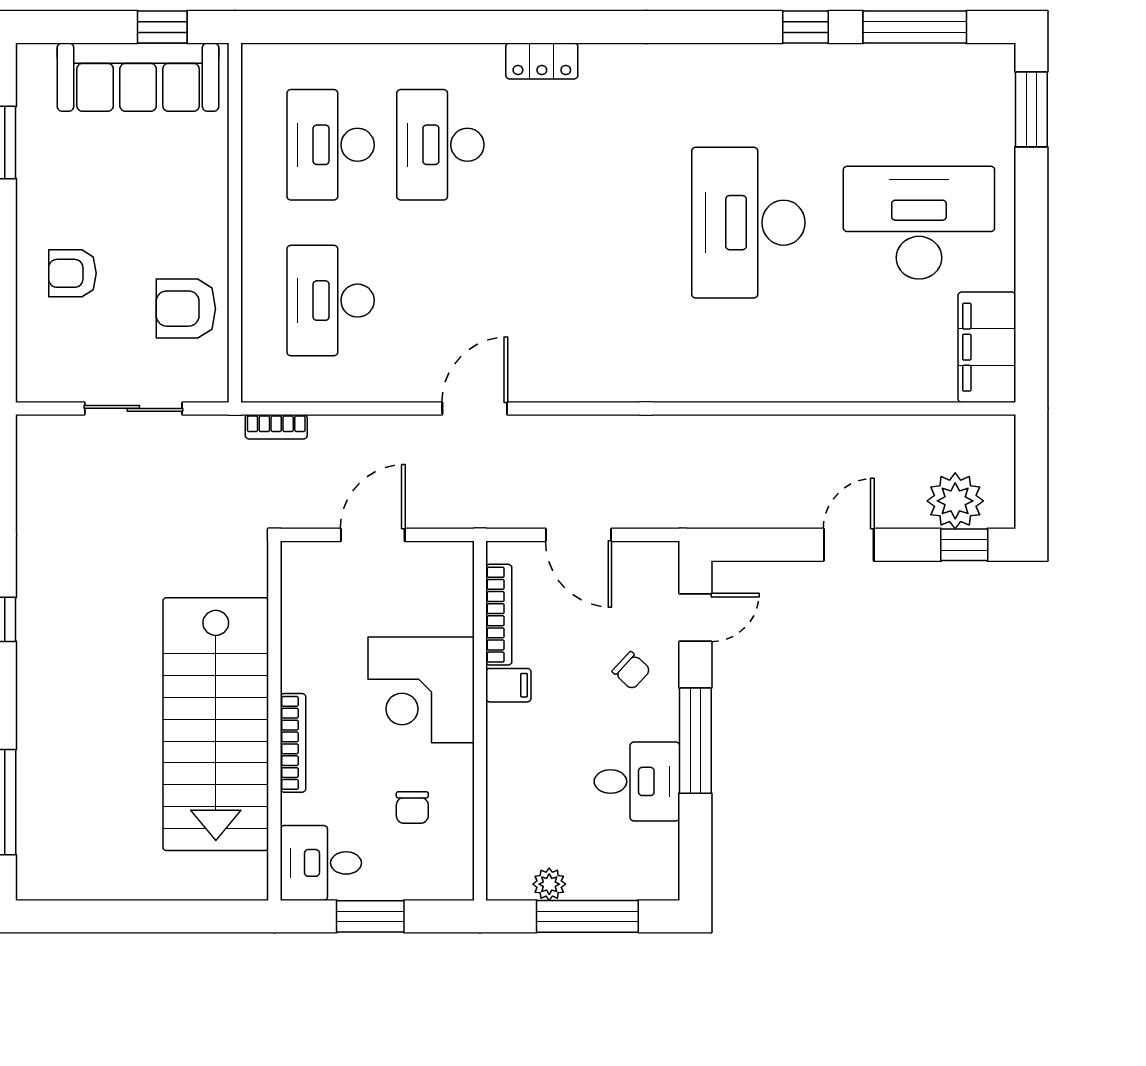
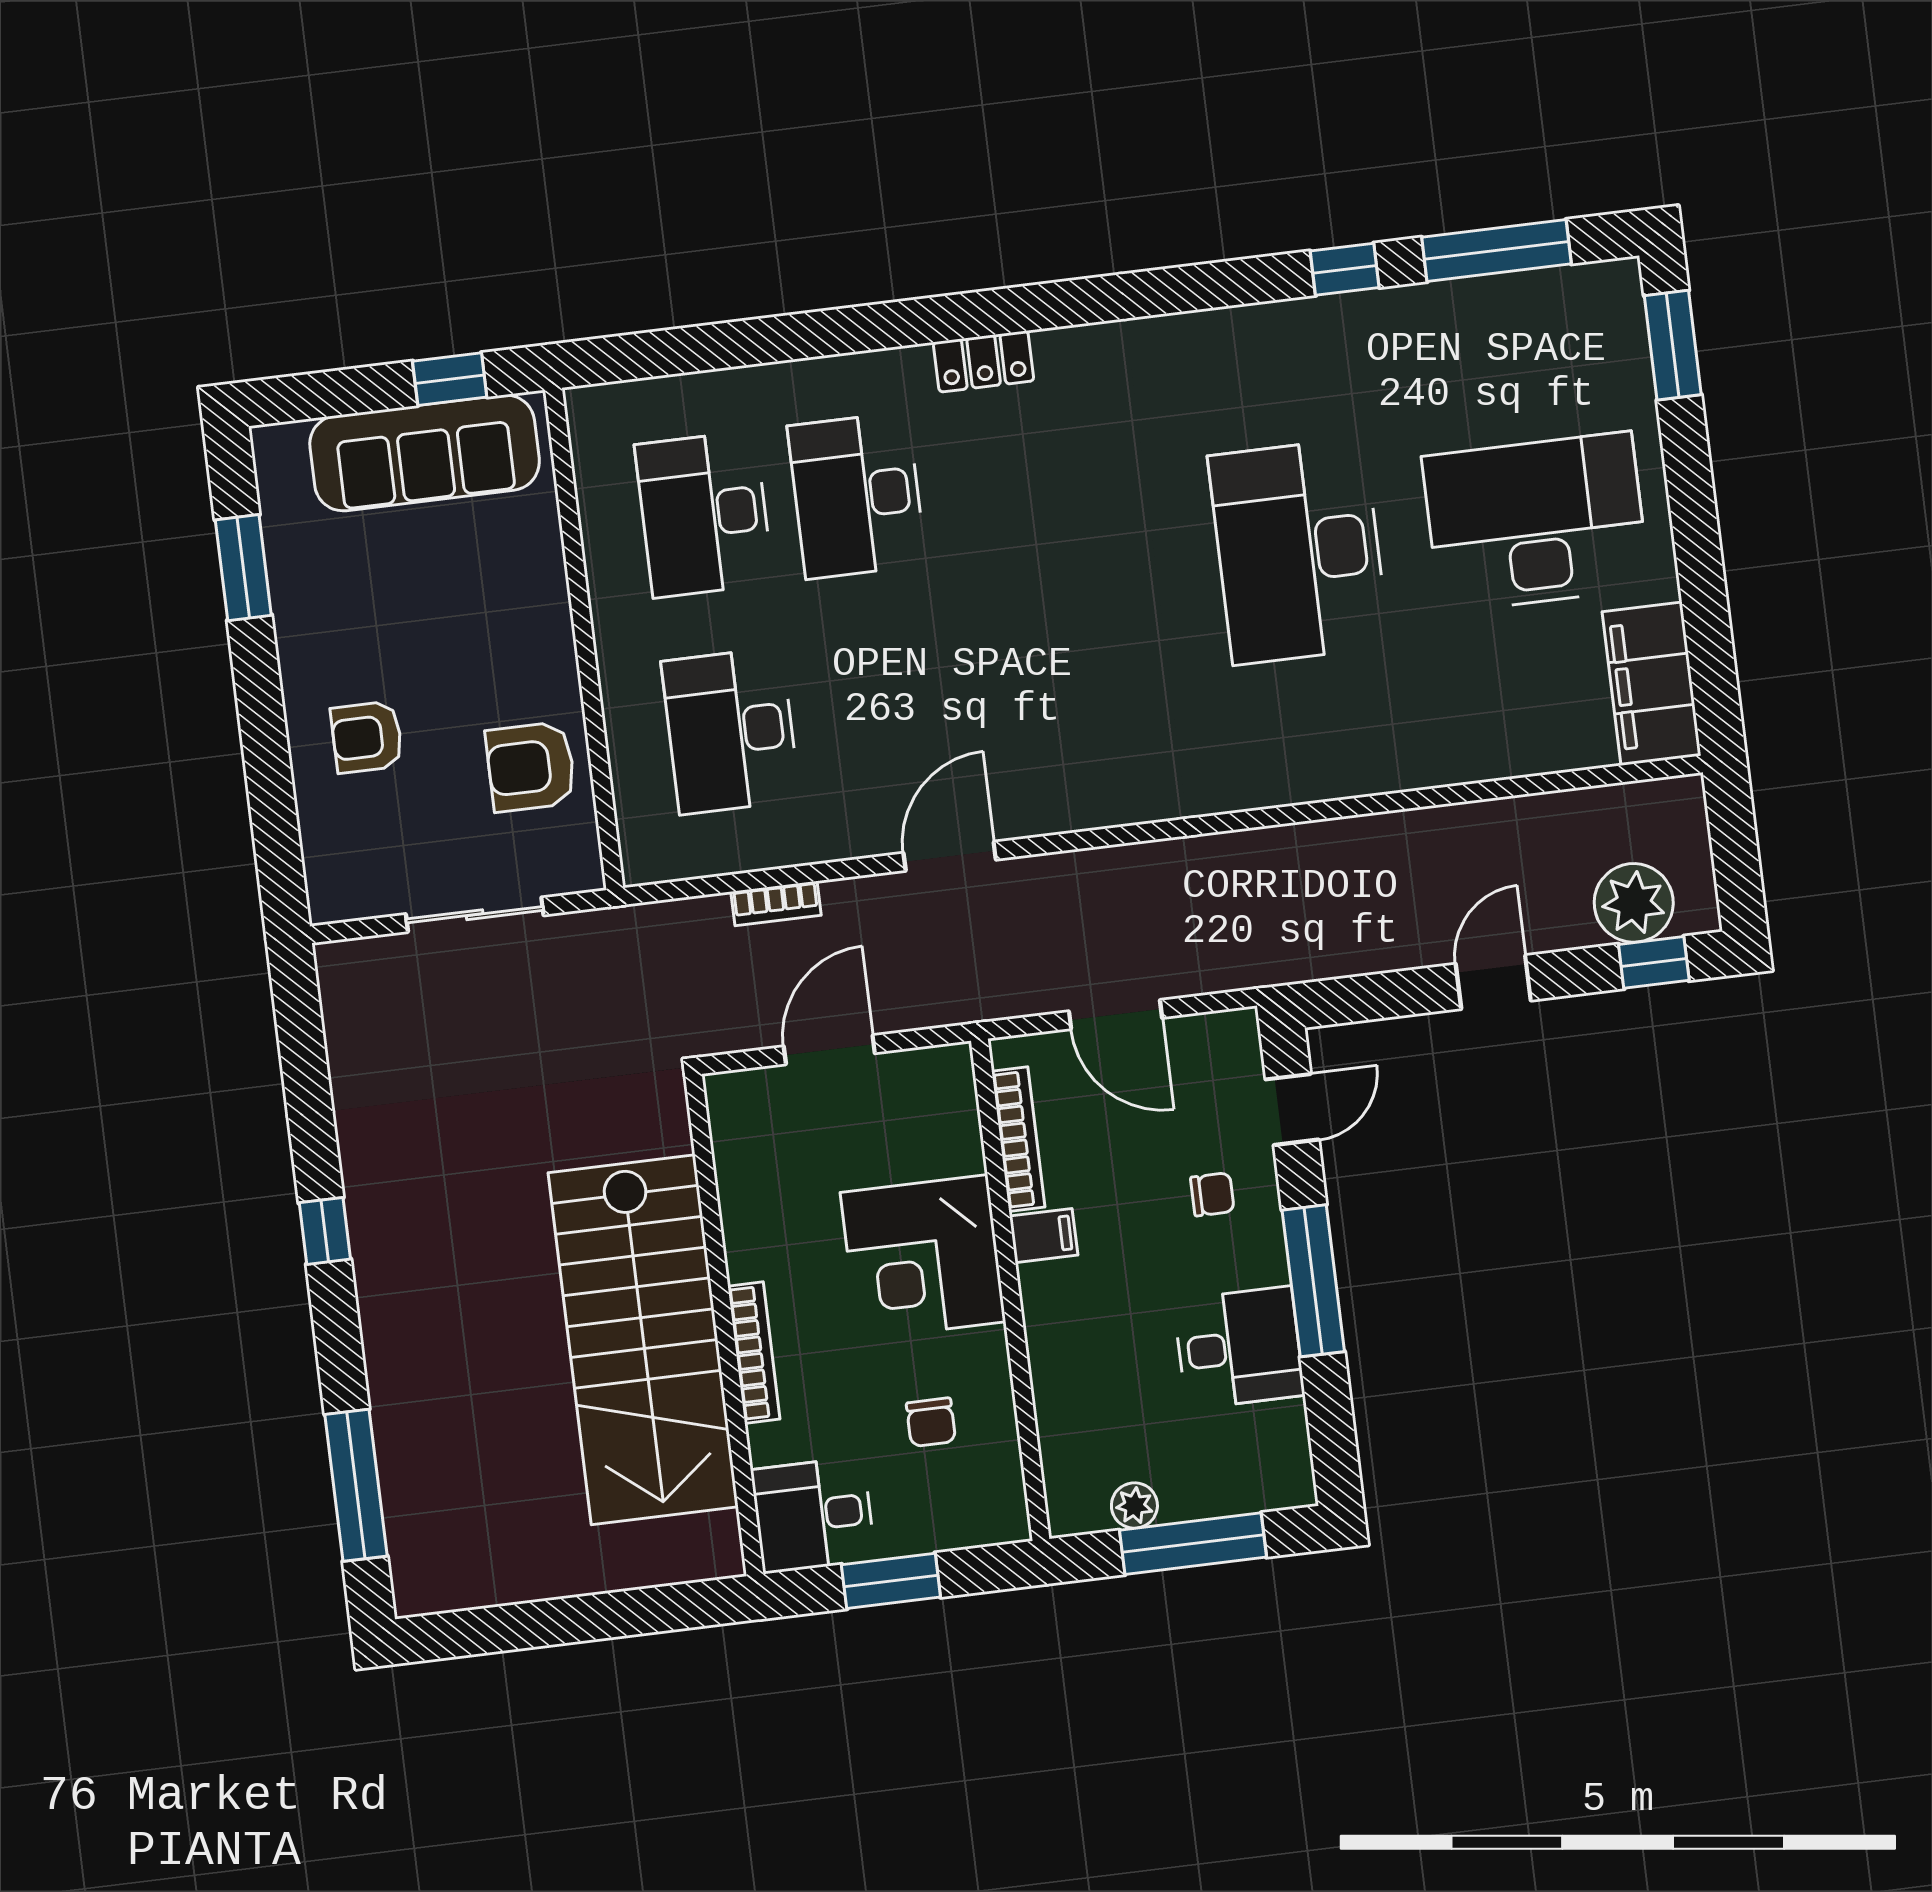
bookcase: (276, 427) -> (776, 903), moved
chair: (631, 671) -> (1212, 1194), turned -43

